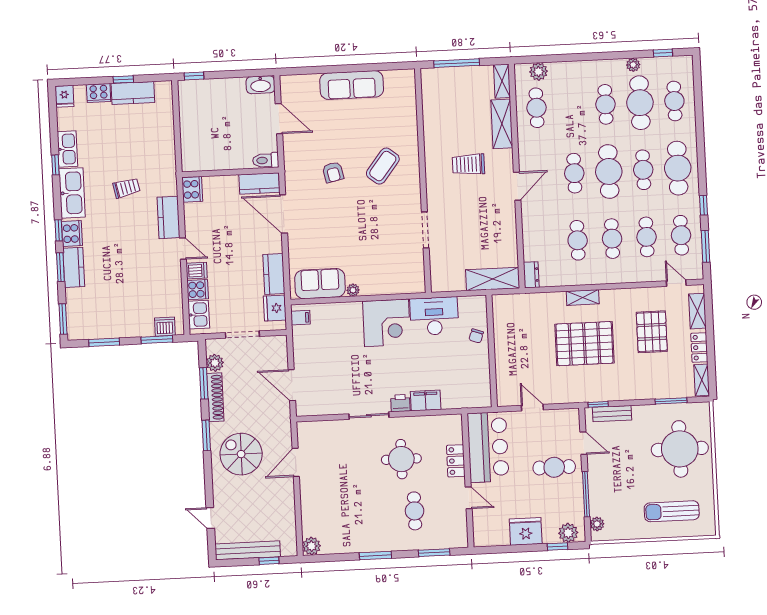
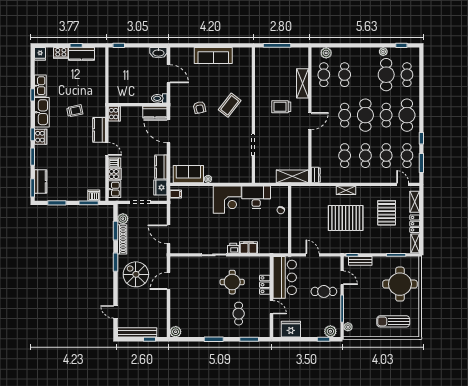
shelving: (502, 81) -> (304, 58), removed
cafe table: (605, 104) -> (345, 75), moved
kitchen counter: (74, 267) -> (41, 182), moved
fridge: (526, 531) -> (291, 329), moved

